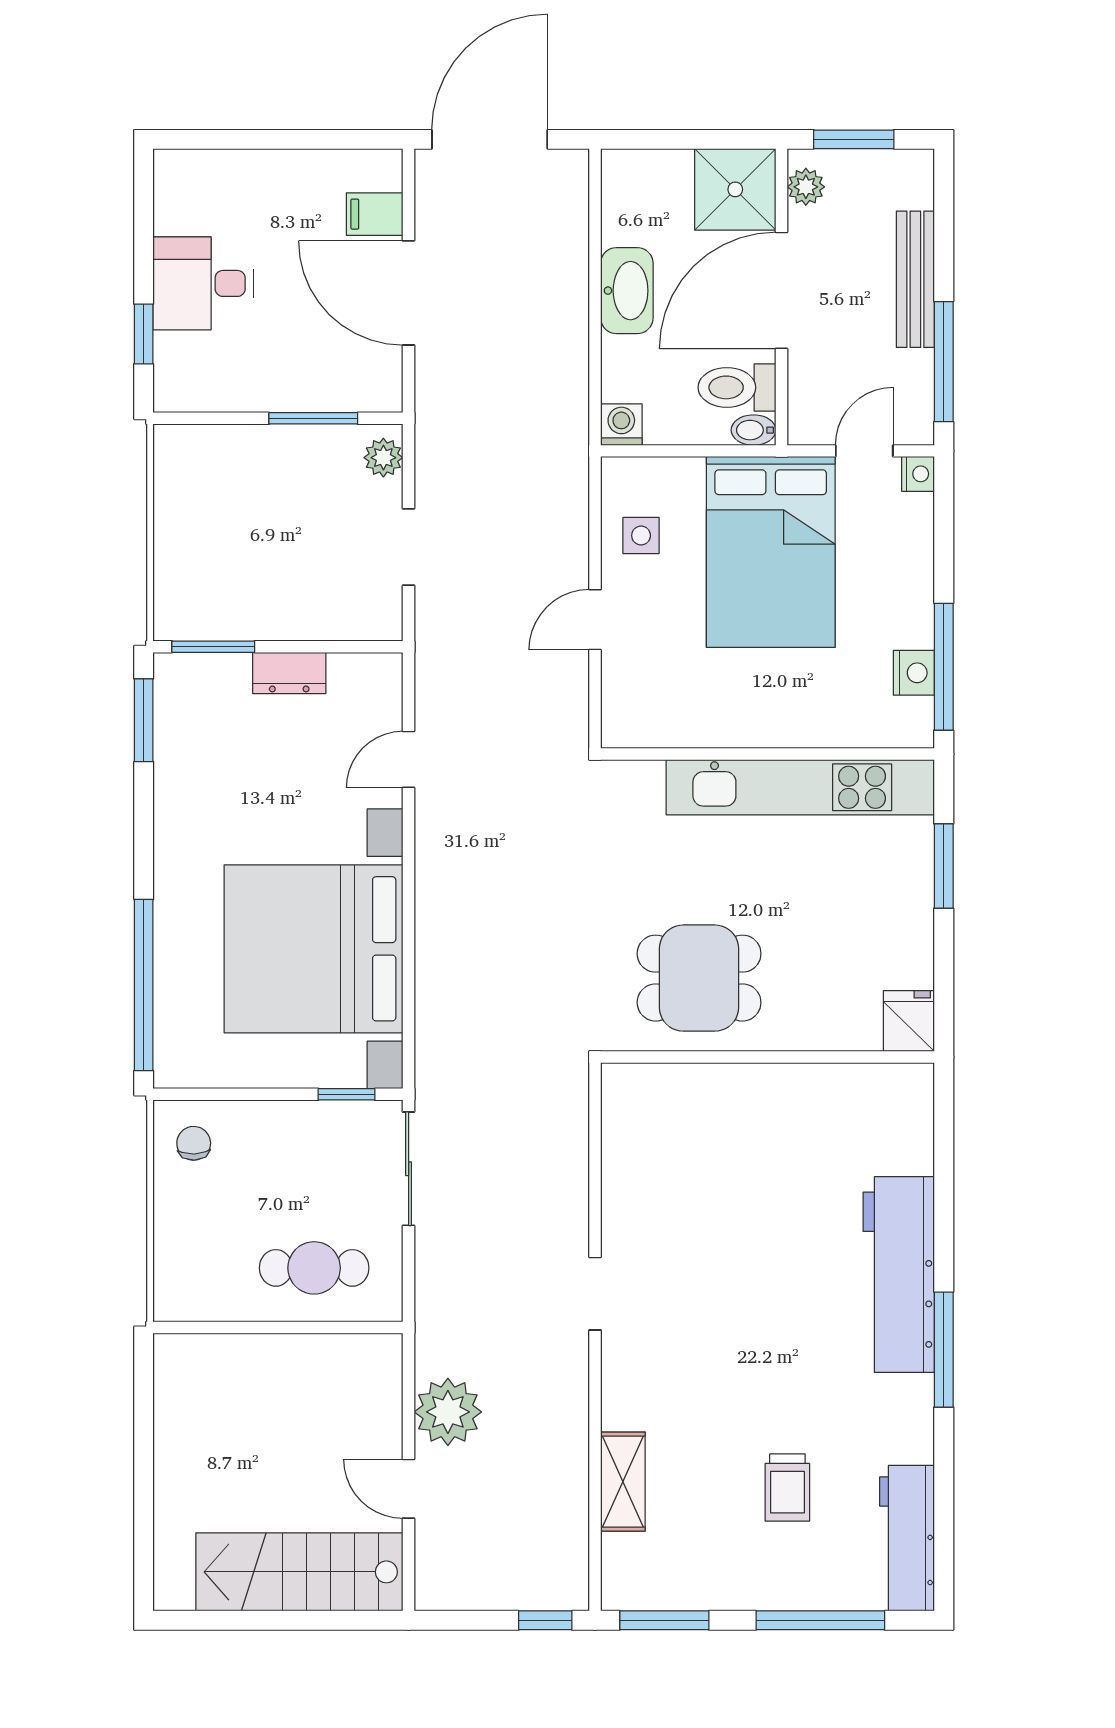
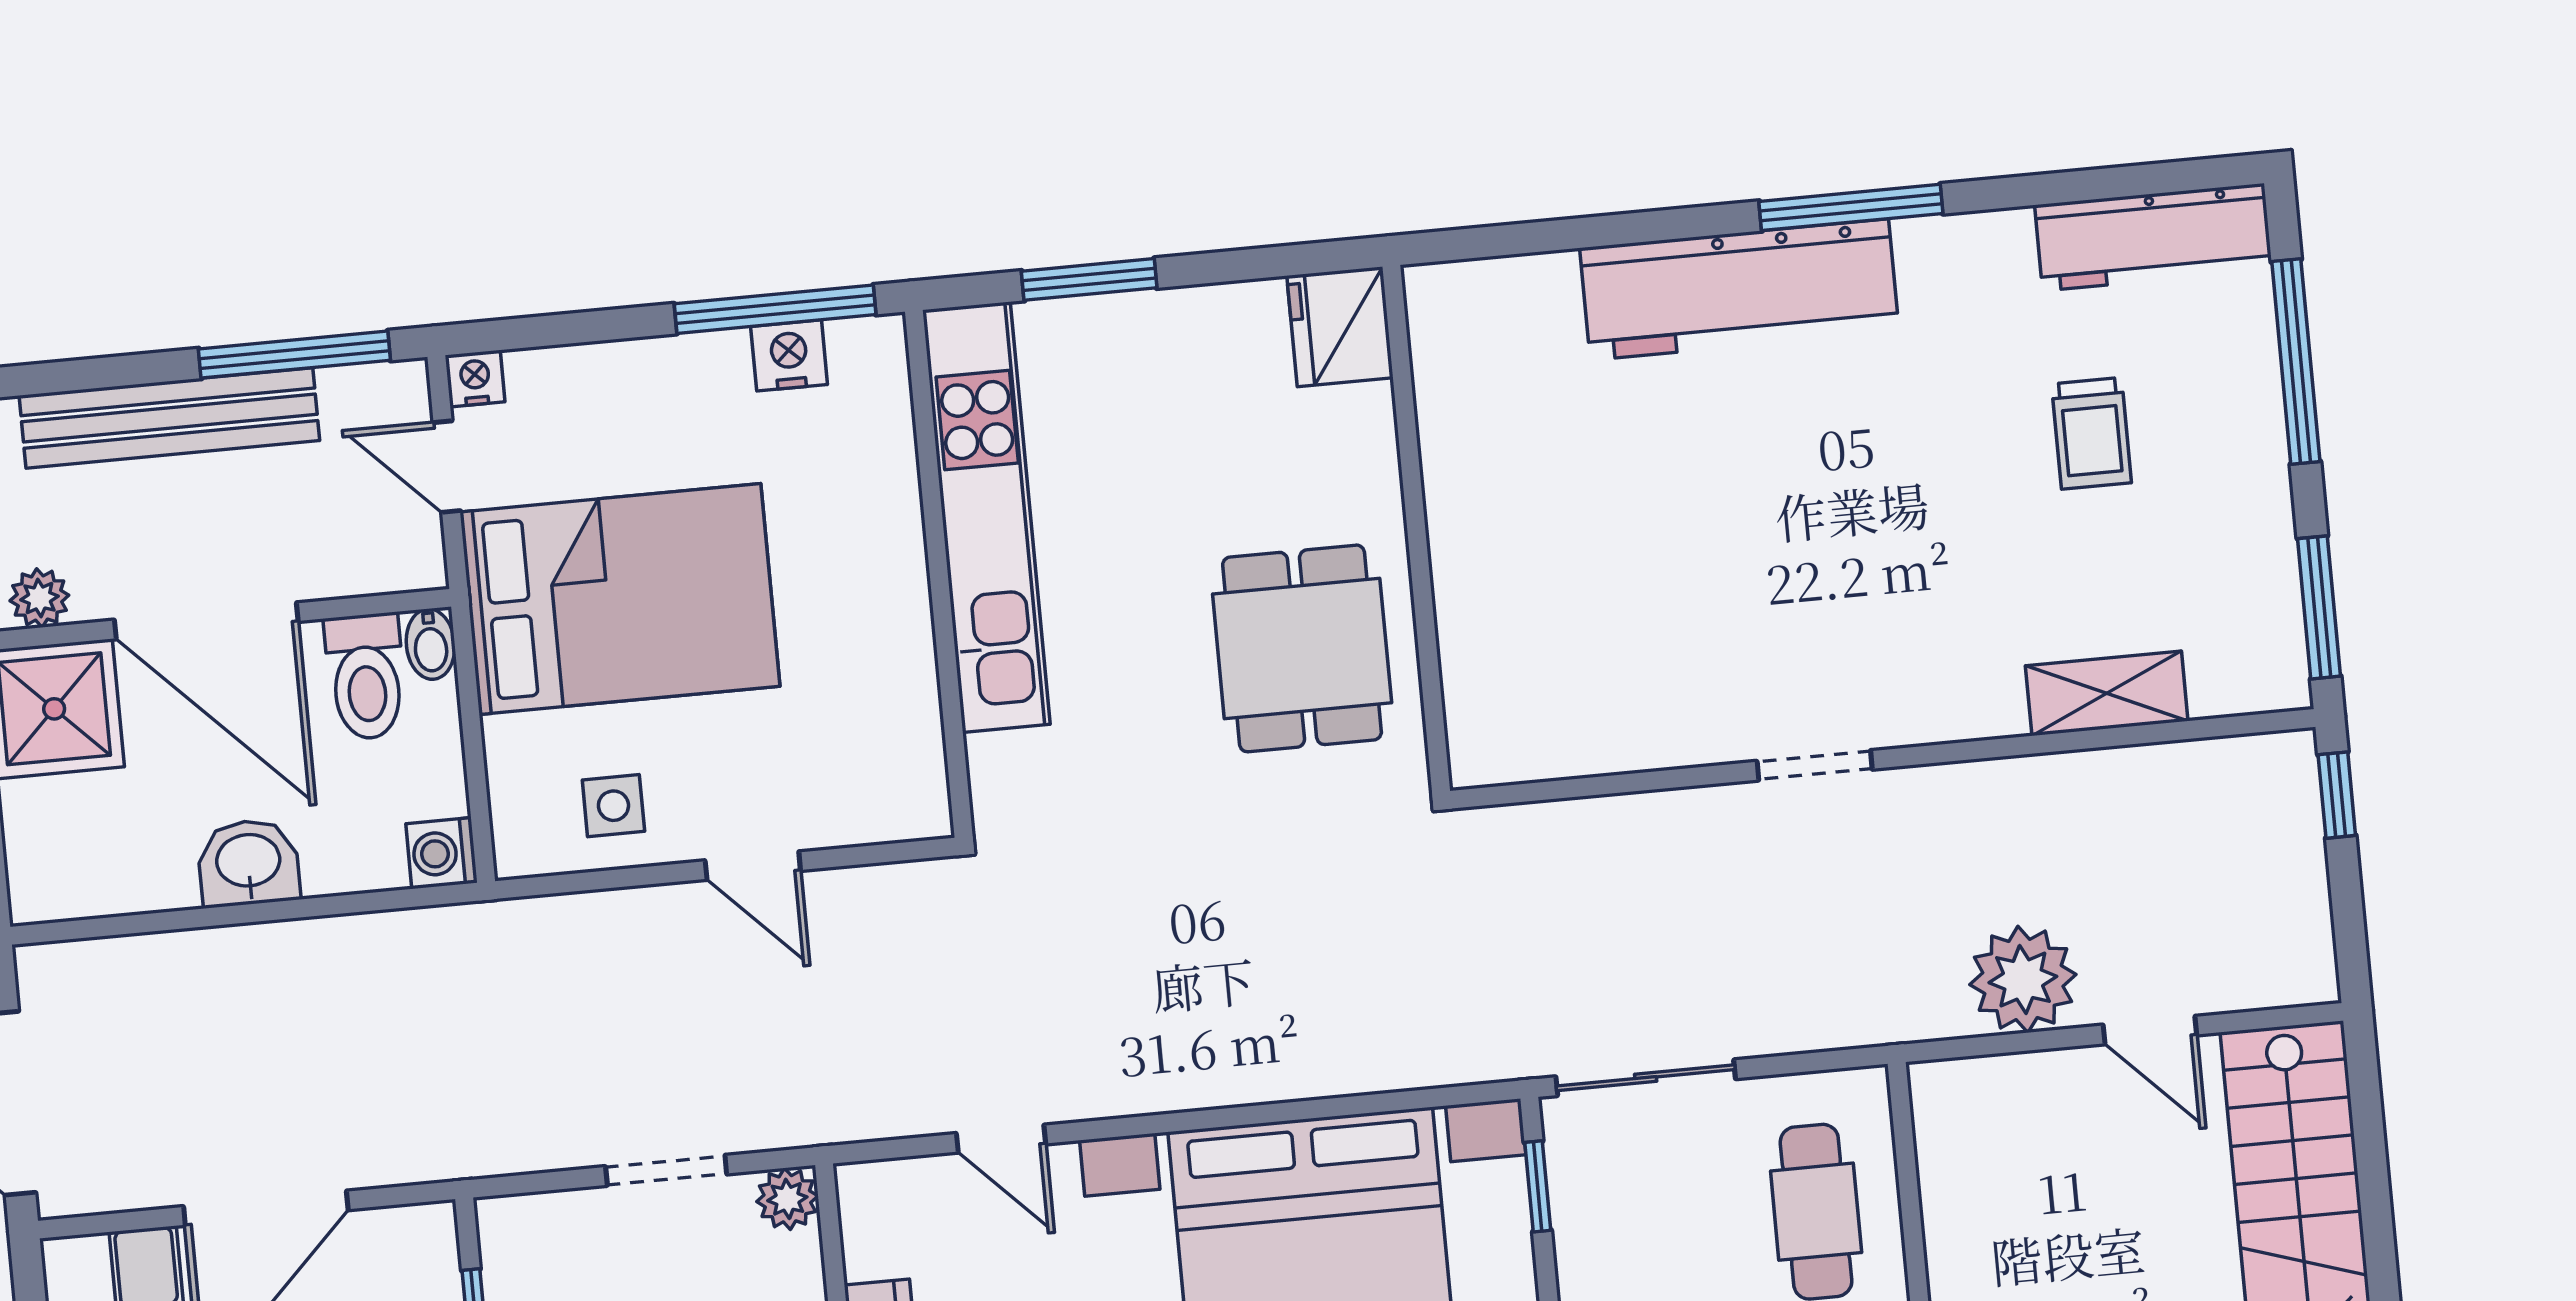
bench: (915, 279) -> (169, 418), width x1.37, depth x1.21
washbasin: (627, 291) -> (248, 863), width x0.72
plant: (383, 458) -> (787, 1199), moved
fridge: (909, 1021) -> (1340, 327), width x1.38
trolley: (787, 1488) -> (2092, 433), turned 90
door: (409, 1489) -> (2150, 1030), hinge flipped

